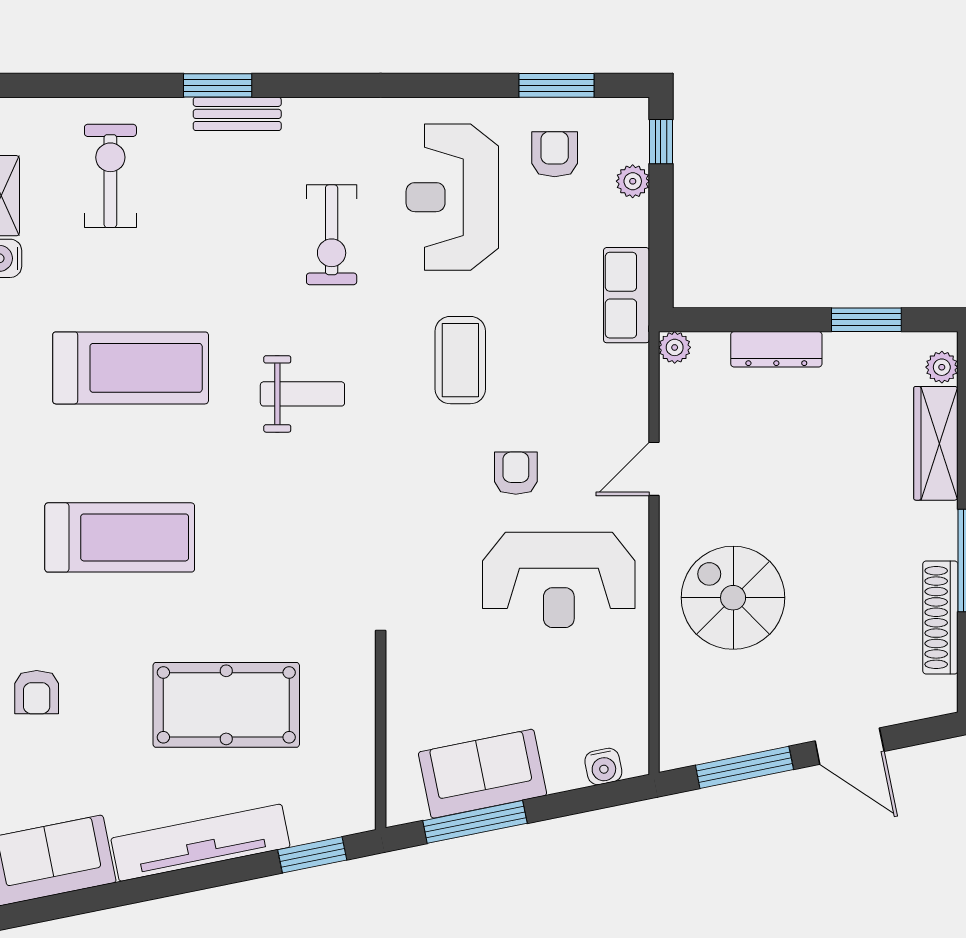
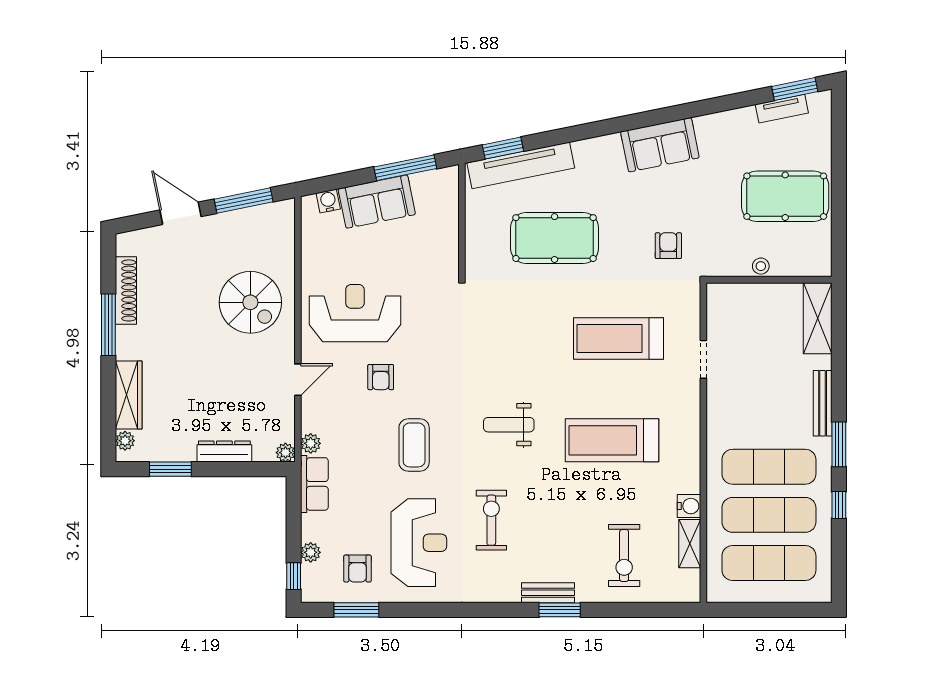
plant: (633, 363) -> (311, 443), added
sofa: (482, 774) -> (377, 202), moved
tv unit: (200, 843) -> (521, 165), moved

